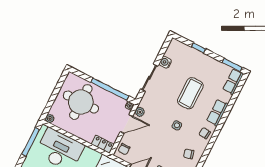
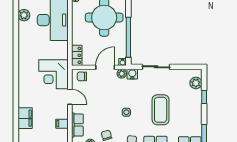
plant: (182, 49) -> (196, 83), added
water cooler: (165, 62) -> (132, 74), moved
coffee table: (190, 93) -> (161, 110), turned 90
door: (126, 124) -> (105, 67), swing flipped

